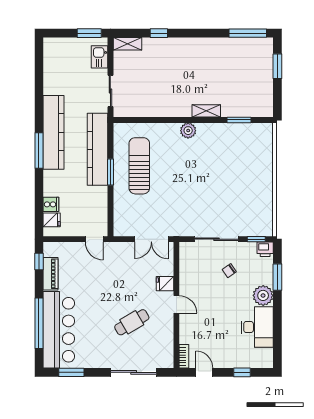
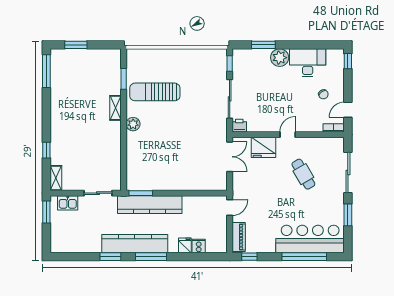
window: (39, 105) -> (110, 257), added
sun lounger: (139, 166) -> (155, 92), moved
window: (110, 172) -> (141, 193), moved
fridge: (52, 220) -> (185, 245), moved
printer: (265, 249) -> (239, 126), moved, turned -90
chair: (229, 271) -> (323, 94), moved
piano: (51, 274) -> (239, 237), moved, turned 90
fridge: (165, 284) -> (263, 147), width x1.88, depth x1.34
window: (71, 372) -> (348, 215), moved
window: (242, 372) -> (348, 61), moved

